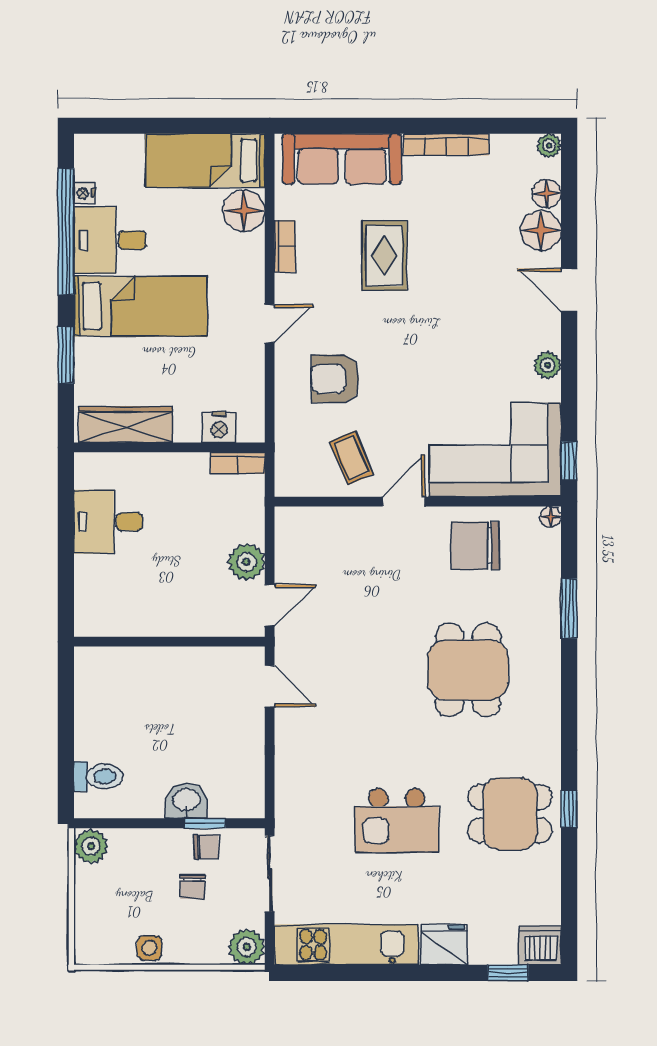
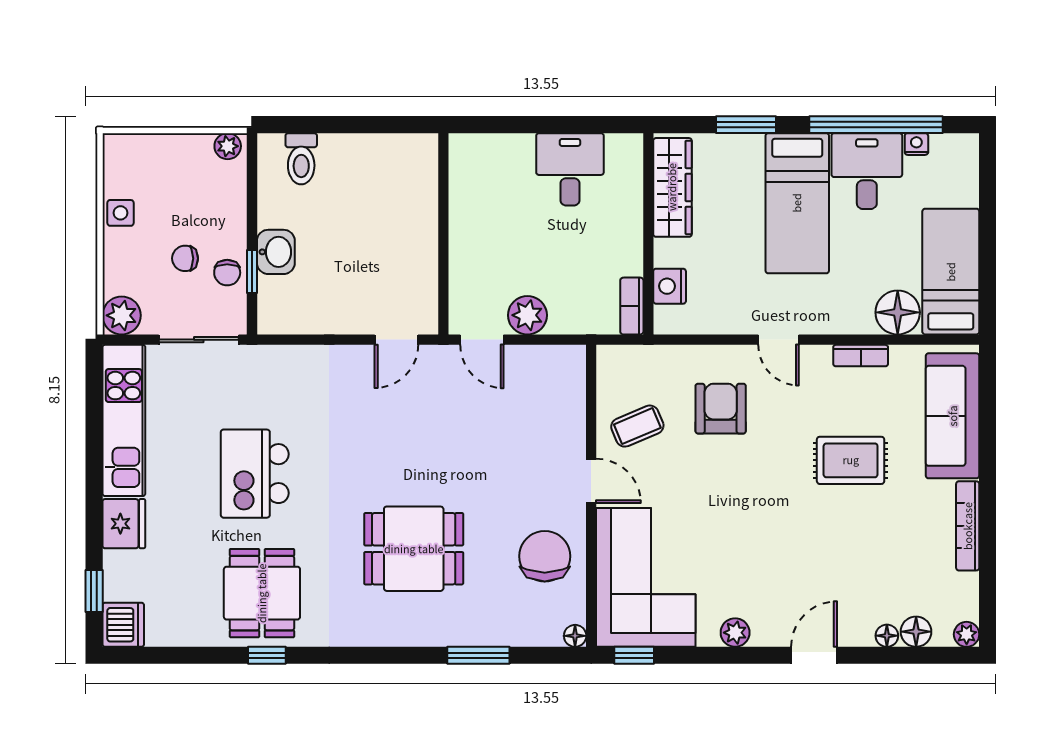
floor lamp: (541, 231) -> (887, 636), width x0.53, depth x0.53
plant: (91, 846) -> (228, 146), width x0.73, depth x0.73

